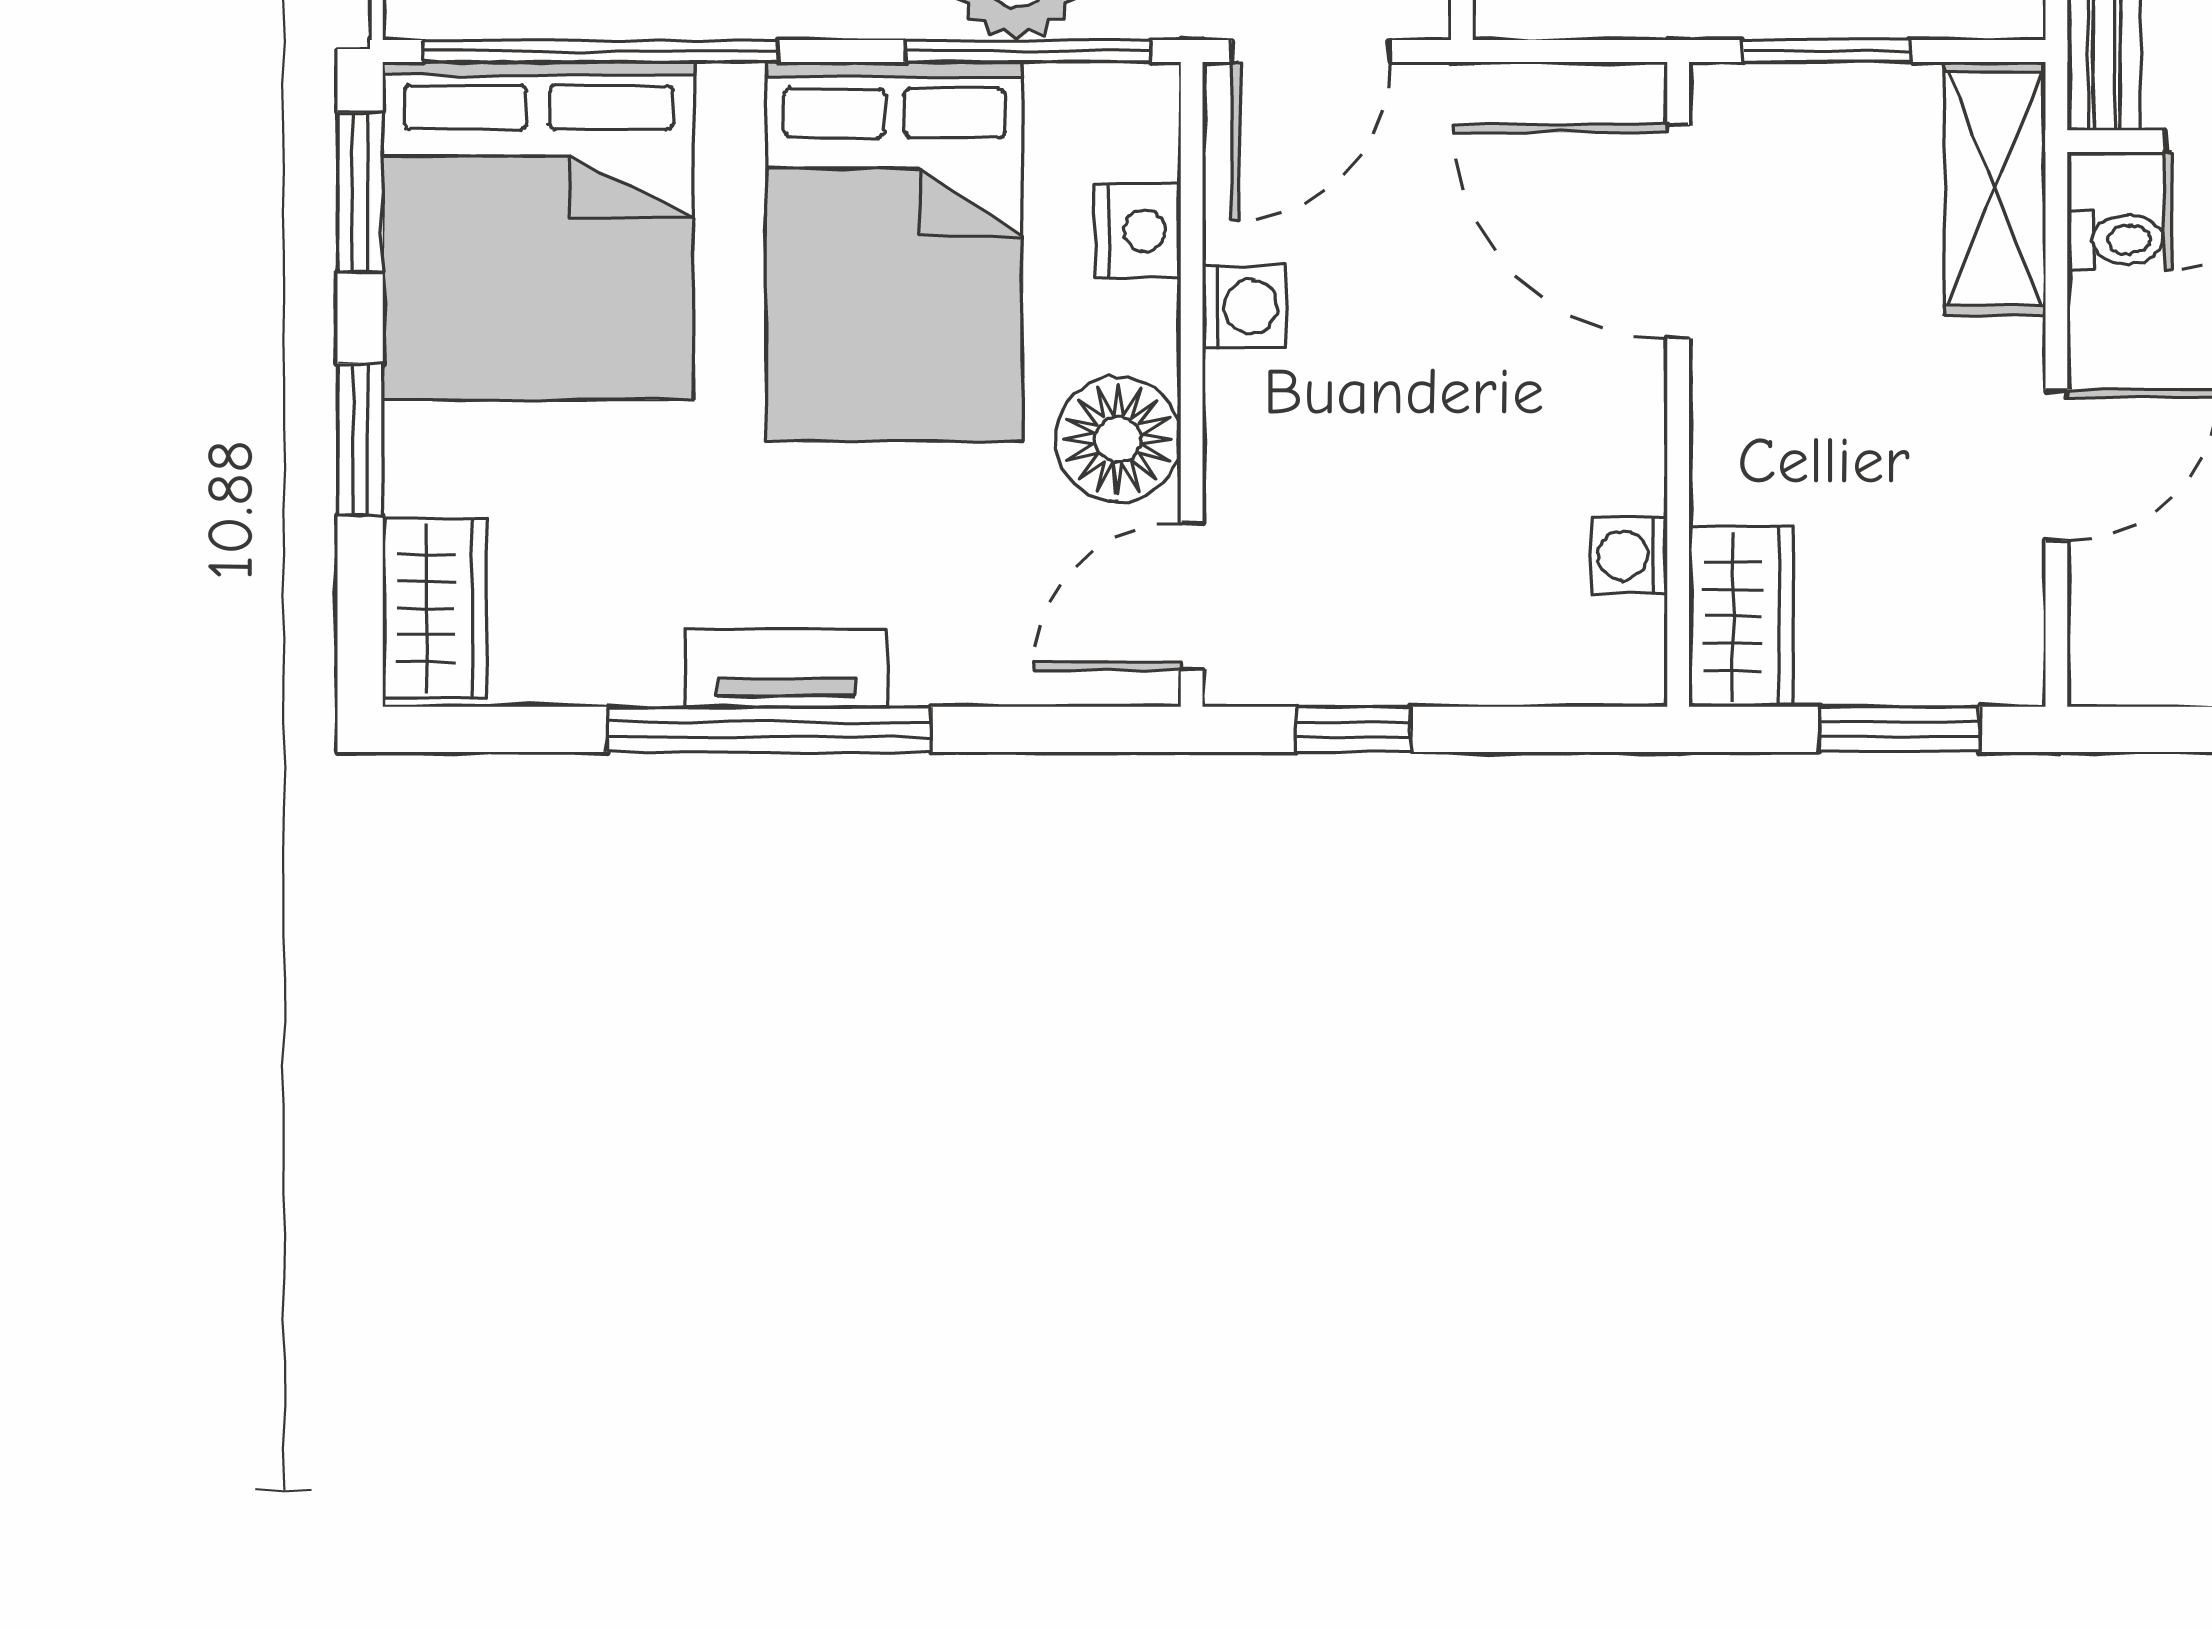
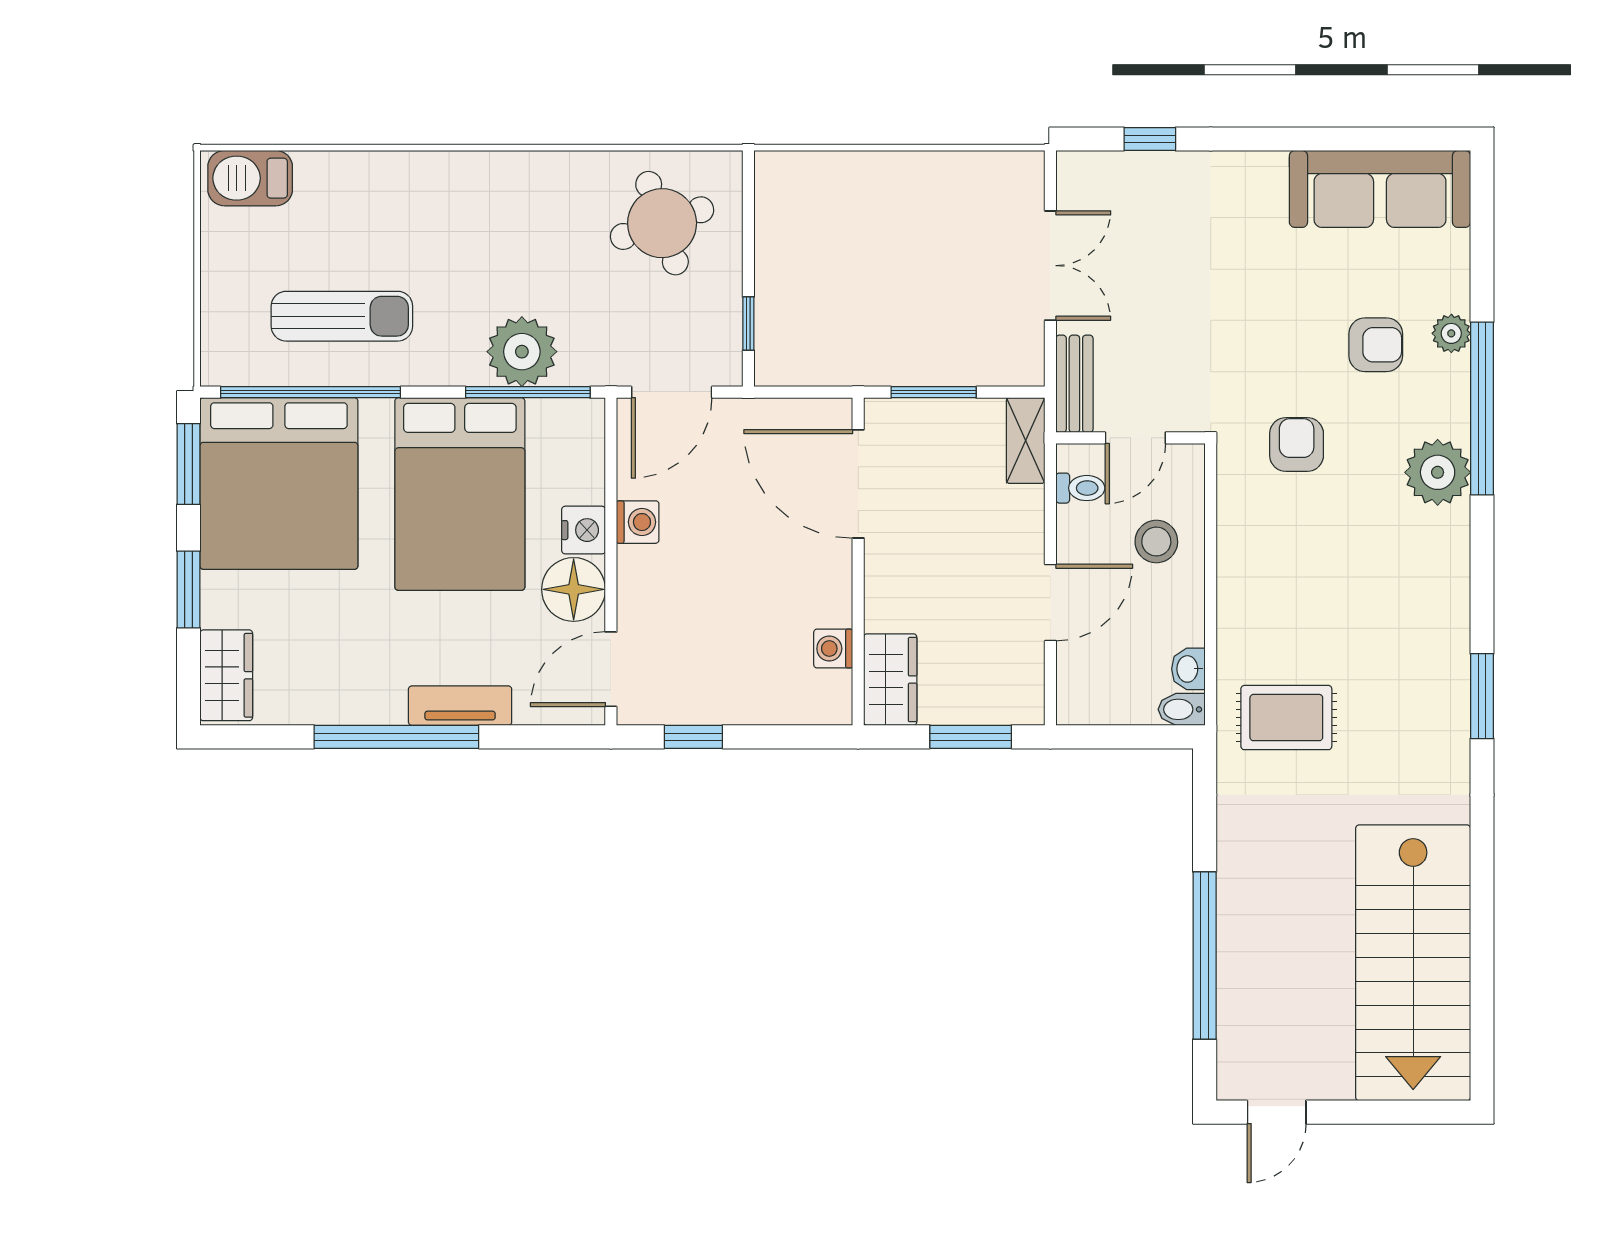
shelving: (1995, 188) -> (1026, 441), width x0.67, depth x0.75
nightstand: (1138, 230) -> (584, 530), moved
tv unit: (786, 668) -> (460, 706), moved

